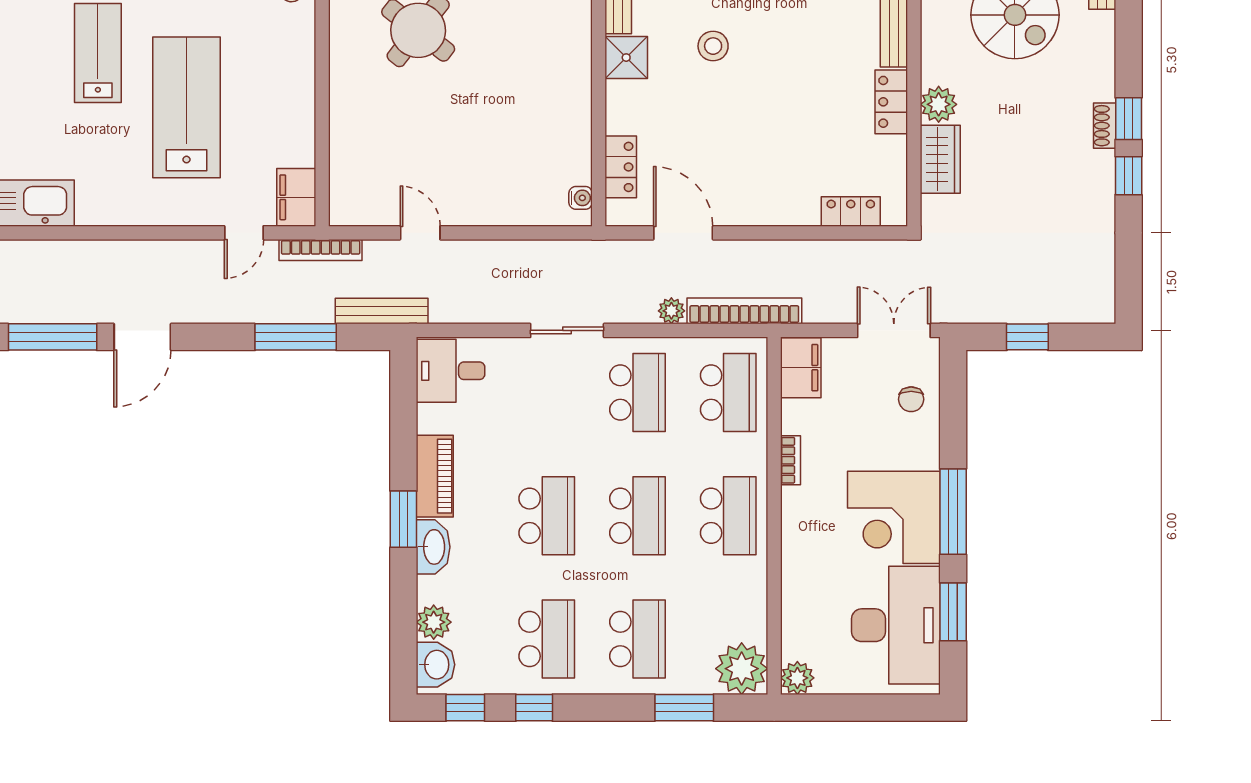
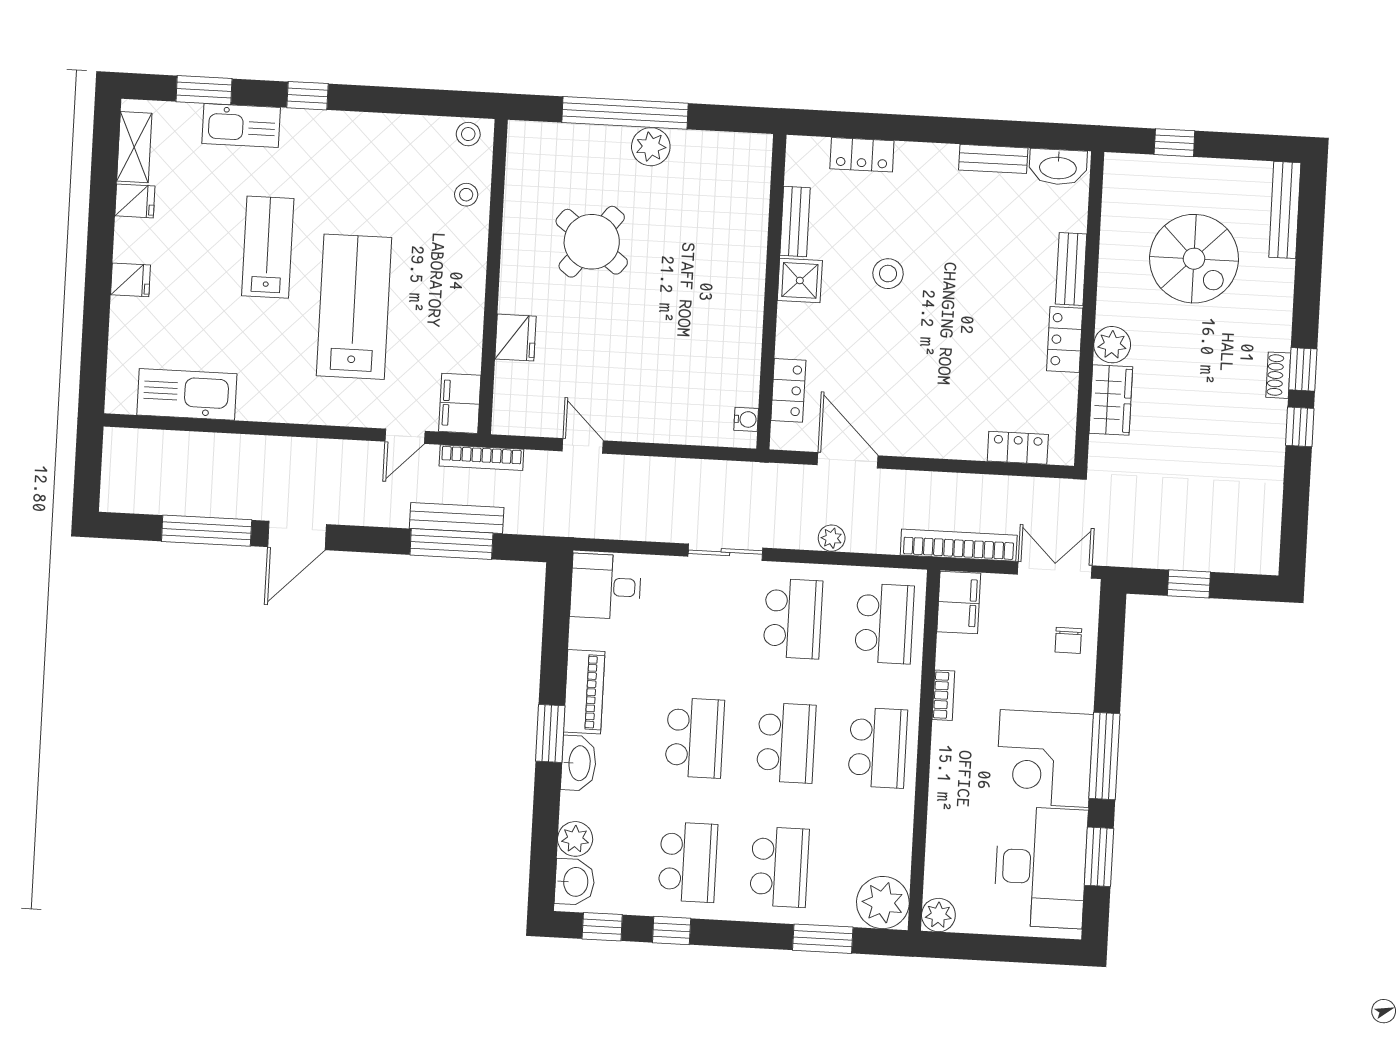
fridge: (348, 129) -> (515, 338), added
bench: (382, 311) -> (457, 518), moved
bookcase: (744, 311) -> (959, 545), moved

